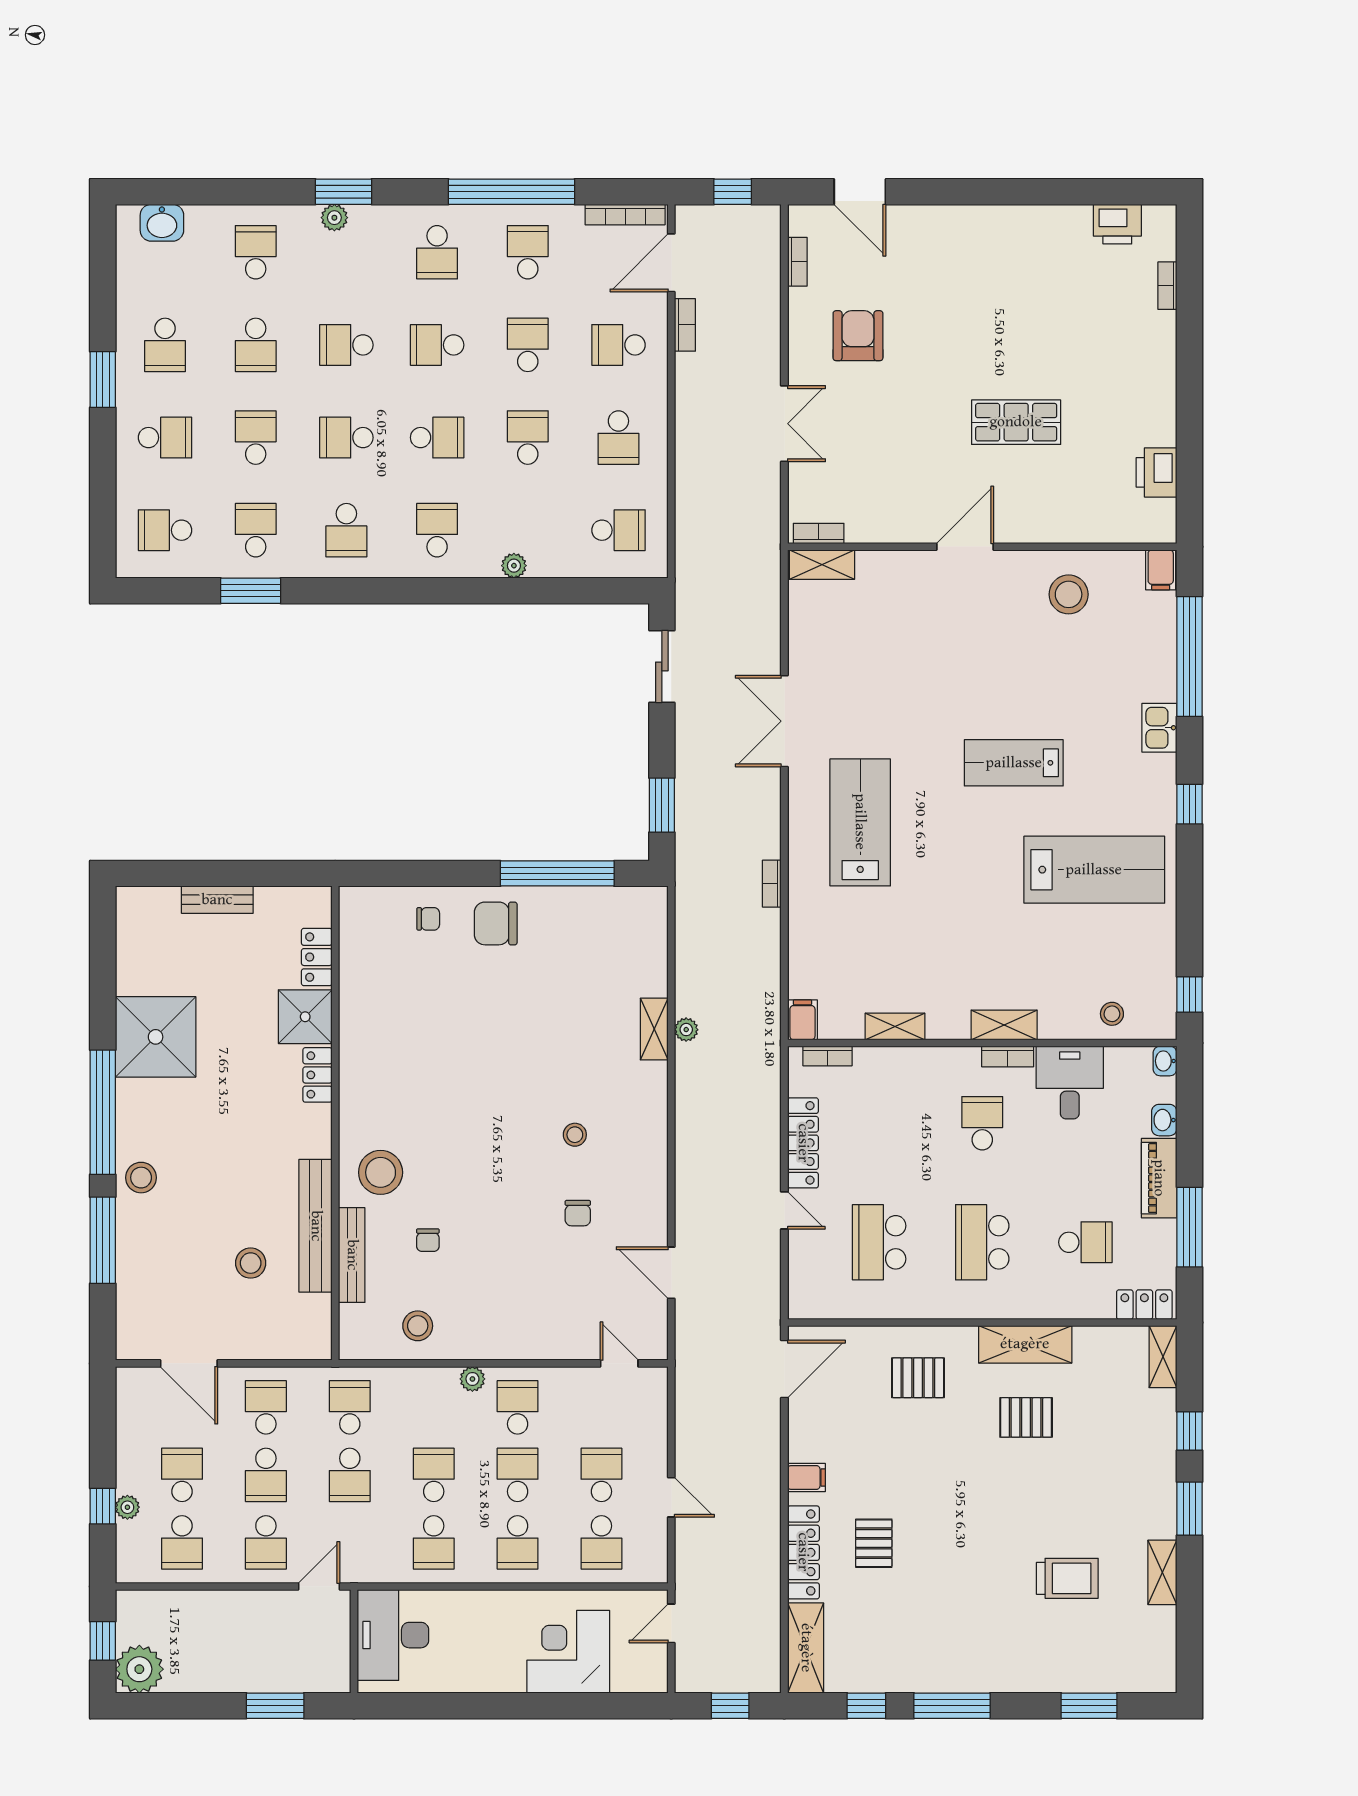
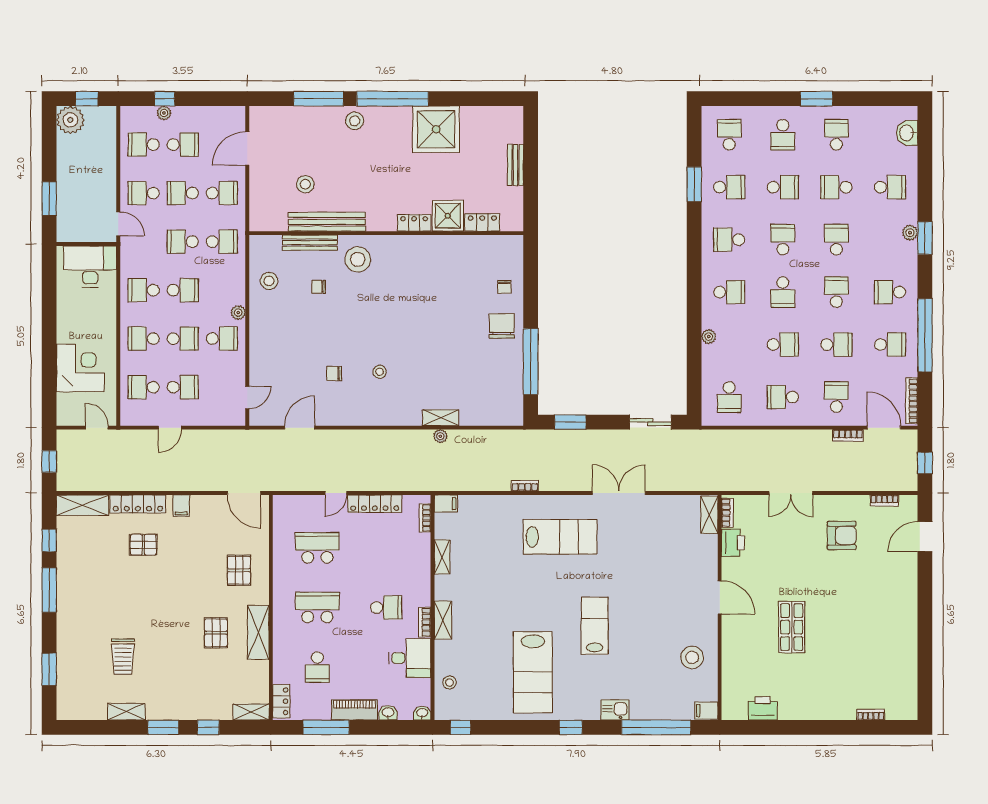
printer: (1117, 224) -> (733, 543), moved, turned 180
school desk: (165, 345) -> (836, 135), turned 90

